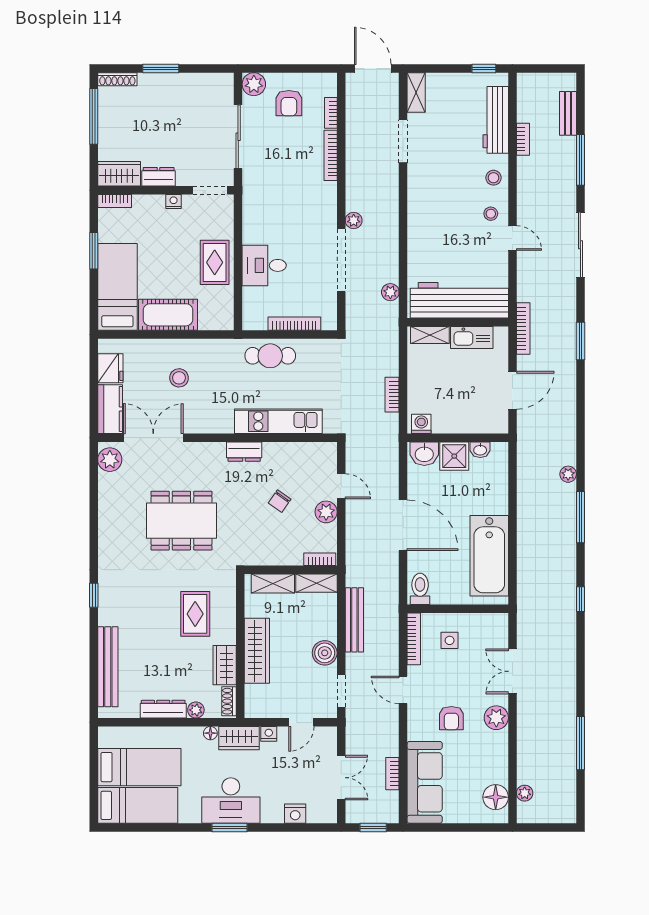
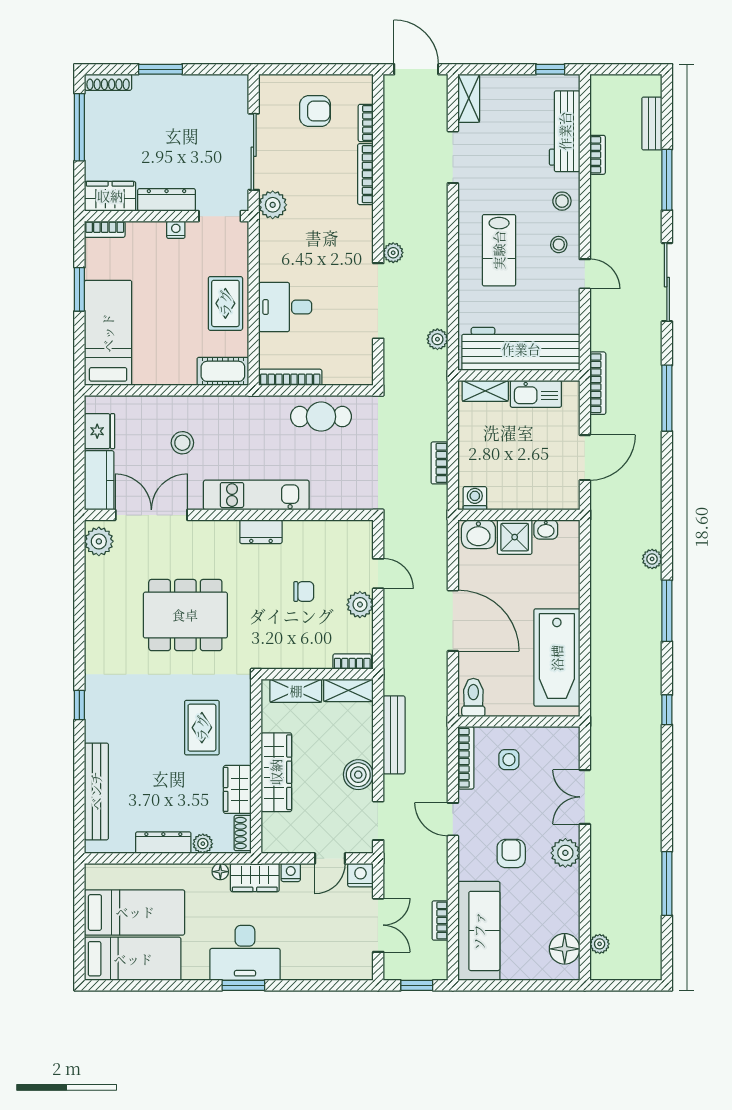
plant: (254, 84) -> (273, 205), moved
armchair: (289, 103) -> (315, 111), turned -90
dresser: (159, 177) -> (167, 200), width x1.44
lab bench: (441, 218) -> (499, 250), added
cot: (168, 315) -> (223, 371), moved, width x0.73, depth x0.75
bookcase: (294, 324) -> (290, 377), moved
window: (580, 341) -> (667, 398), width x1.44
cafe table: (270, 356) -> (321, 417), moved
kitchen unit: (278, 421) -> (256, 495), moved
chair: (280, 501) -> (304, 592), turned -125
armchair: (451, 718) -> (511, 853), turned 180
nightstand: (295, 814) -> (360, 875), moved, turned 180

